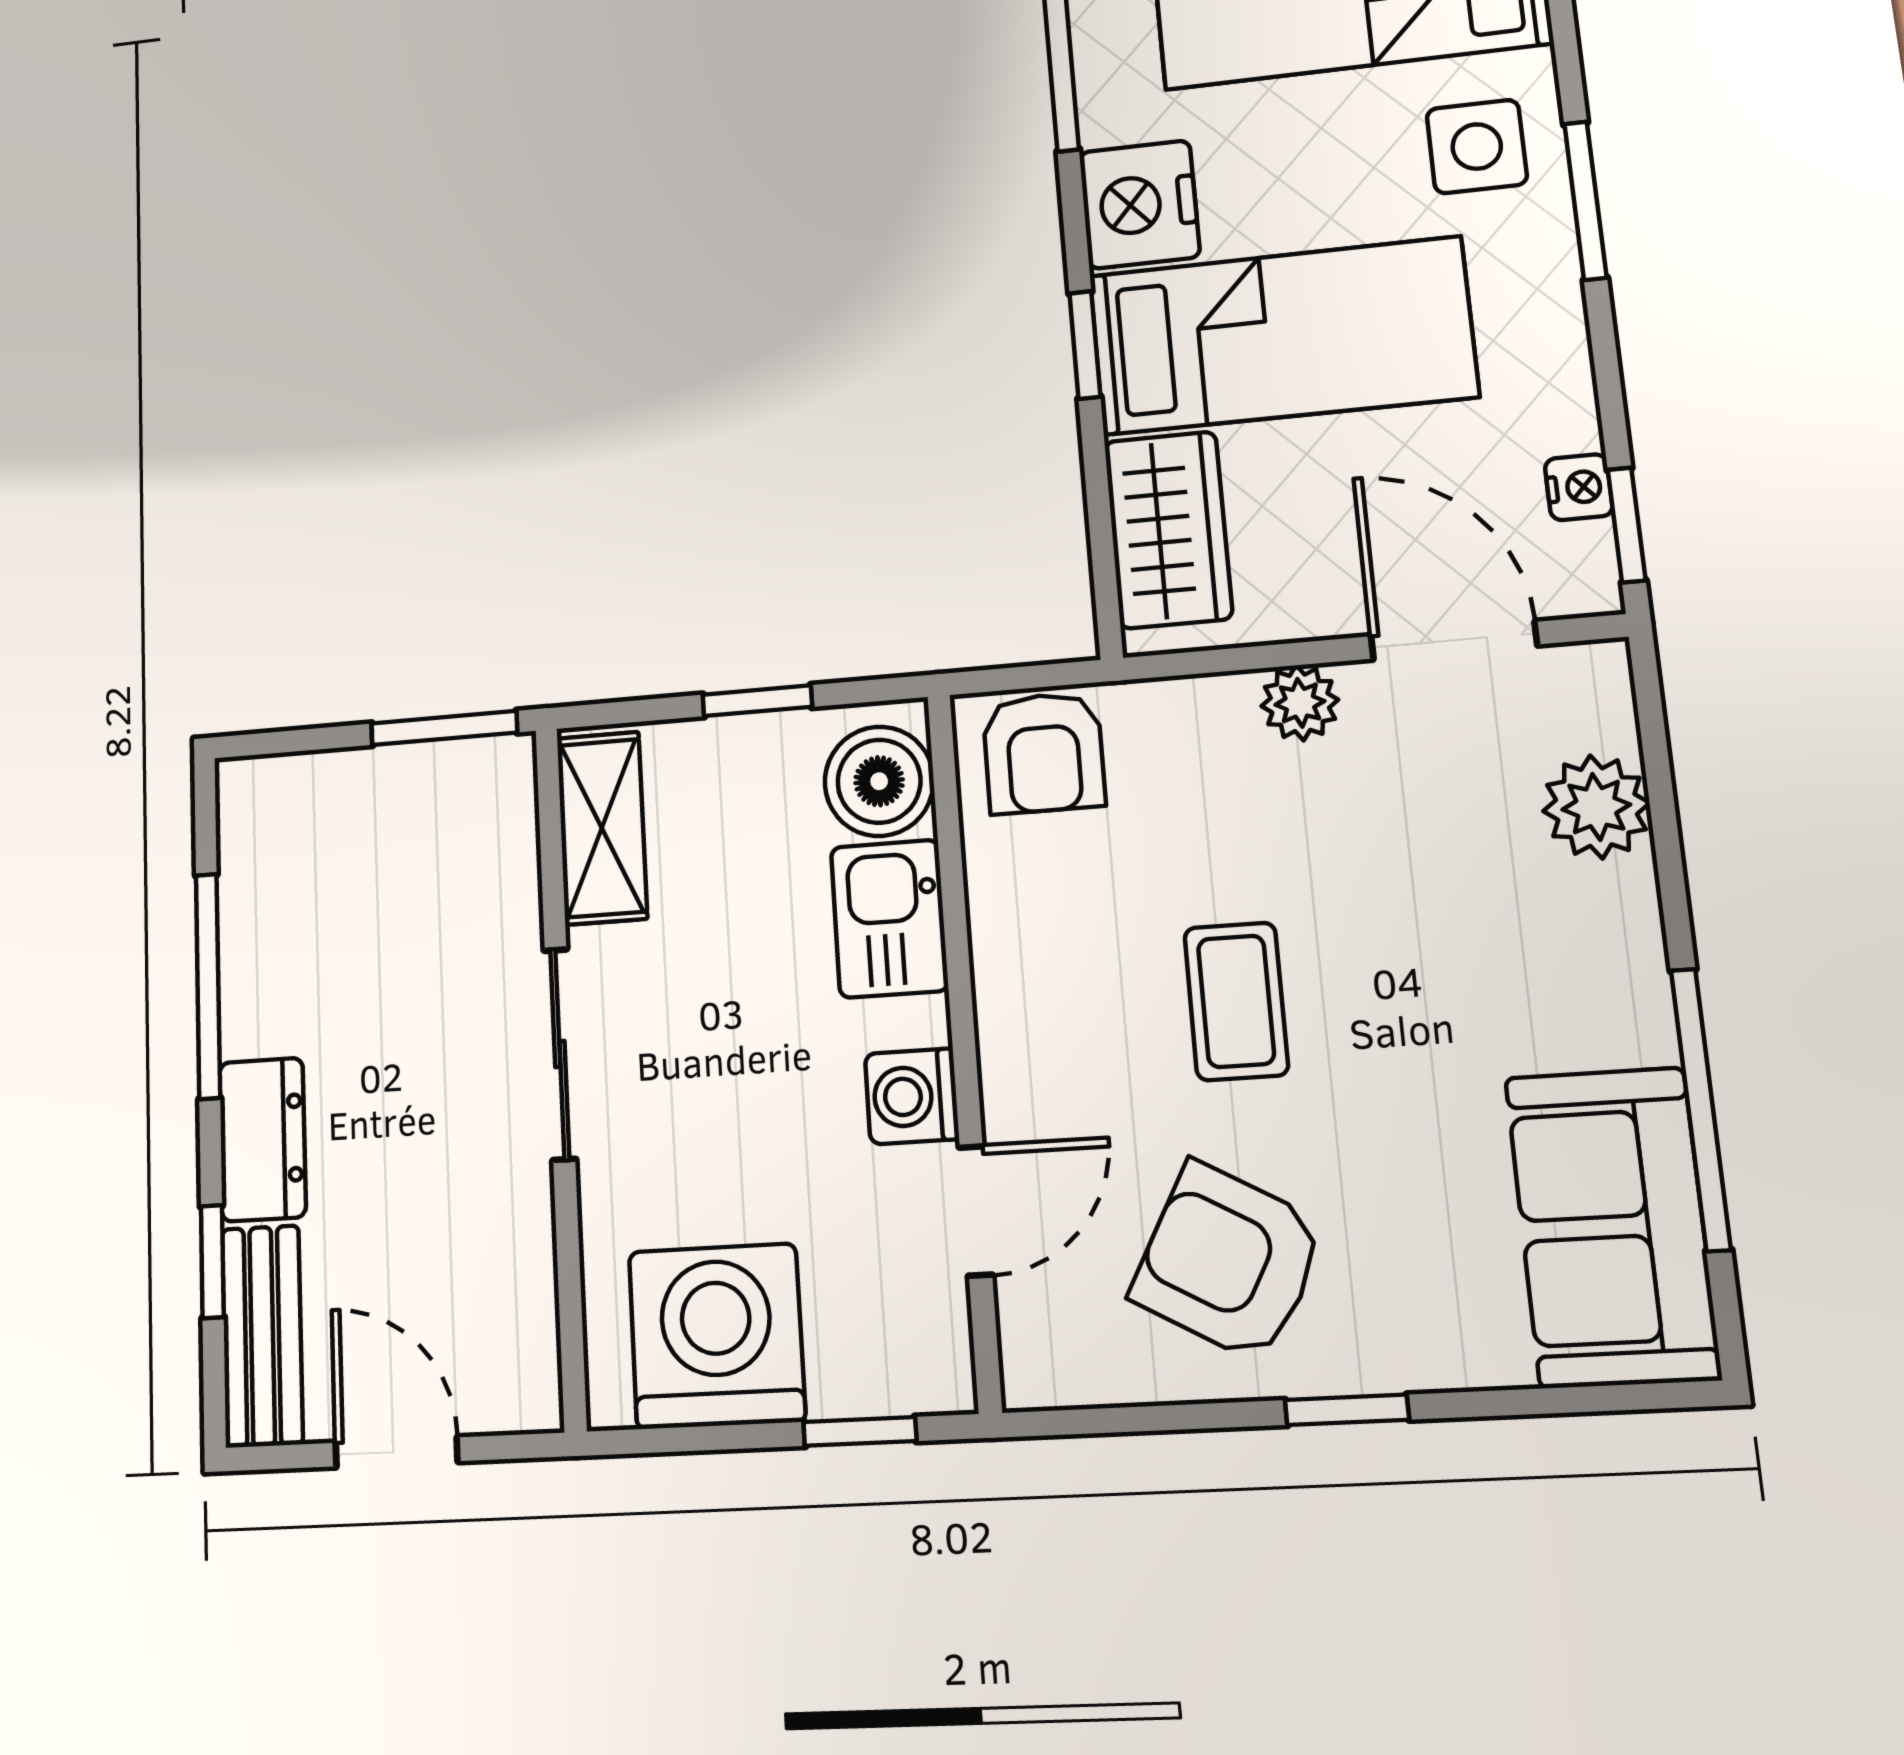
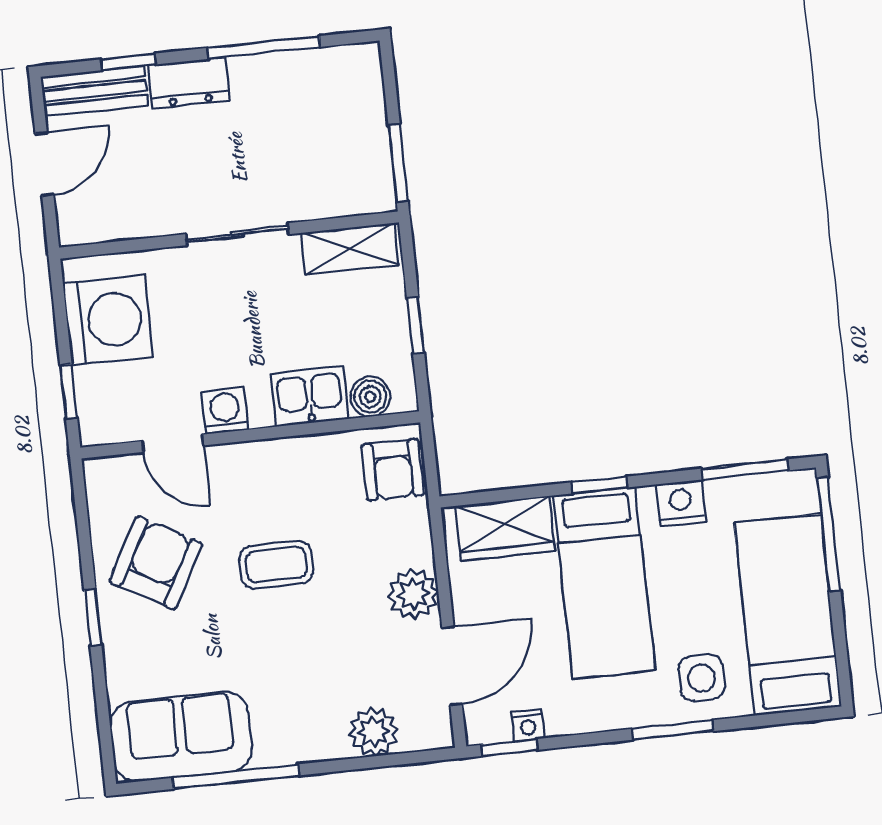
nightstand: (1139, 205) -> (681, 503), width x0.74, depth x0.75
plant: (1300, 703) -> (413, 594), width x1.38, depth x1.38
armchair: (1044, 753) -> (393, 470), turned -90
boiler: (879, 781) -> (370, 397), width x0.73, depth x0.73

